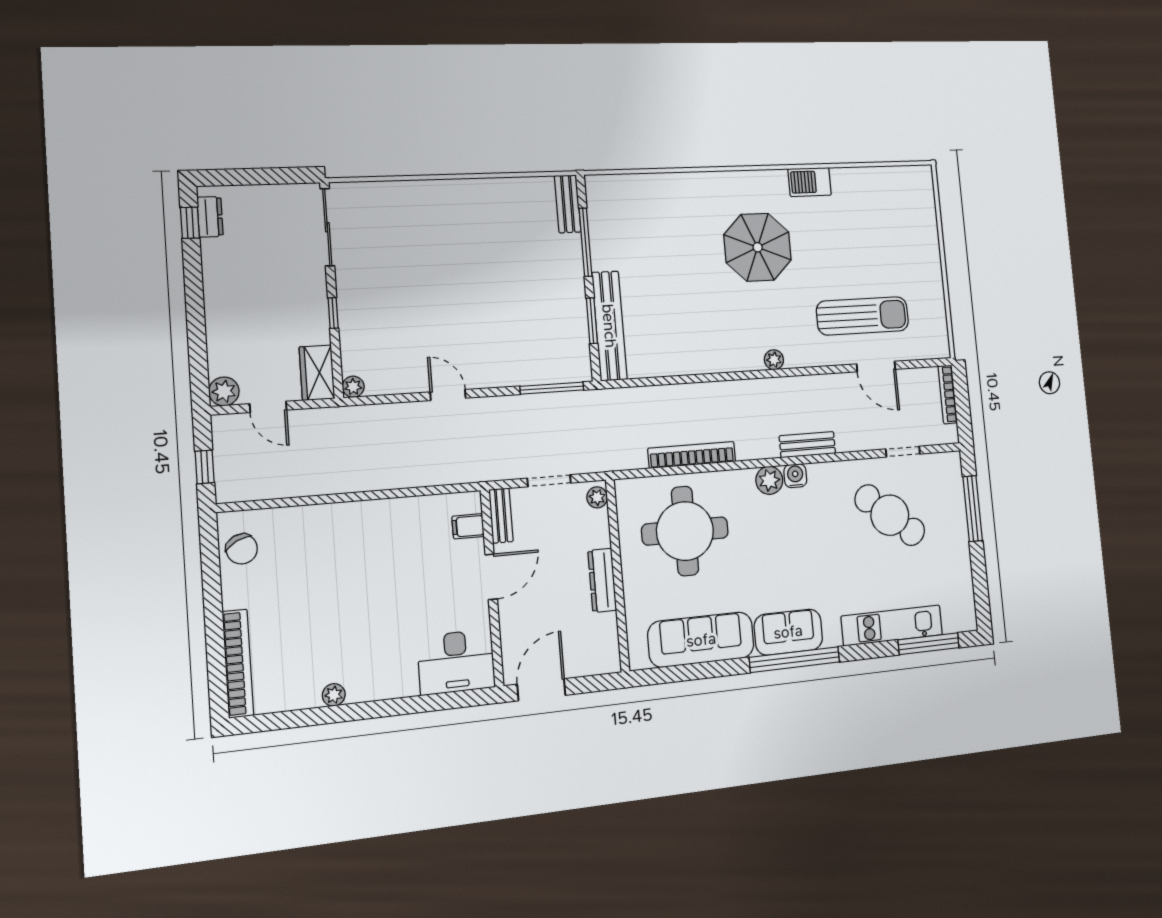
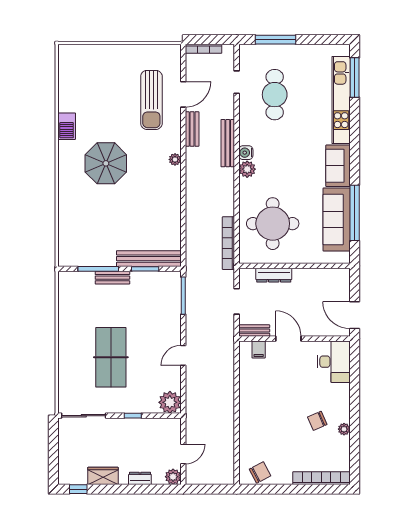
bench: (568, 204) -> (112, 278), moved
dresser: (210, 217) -> (140, 478), moved
table tennis table: (435, 270) -> (111, 357), added
sun lounger: (863, 316) -> (151, 100), turned 180
wardrobe: (317, 373) -> (103, 476), moved, turned 180
bench: (824, 385) -> (192, 129), added
plant: (353, 387) -> (170, 402), width x1.87, depth x1.87
bench: (807, 445) -> (228, 143), width x1.36
bookcase: (692, 455) -> (228, 243), moved
window: (205, 467) -> (214, 489), removed
plant: (597, 497) -> (249, 274), removed
cafe table: (890, 515) -> (275, 95), turned -40
dresser: (602, 580) -> (274, 275), moved
kitchen unit: (892, 625) -> (341, 100), width x1.36
chair: (346, 644) -> (317, 421), added
window: (795, 660) -> (355, 213), moved

